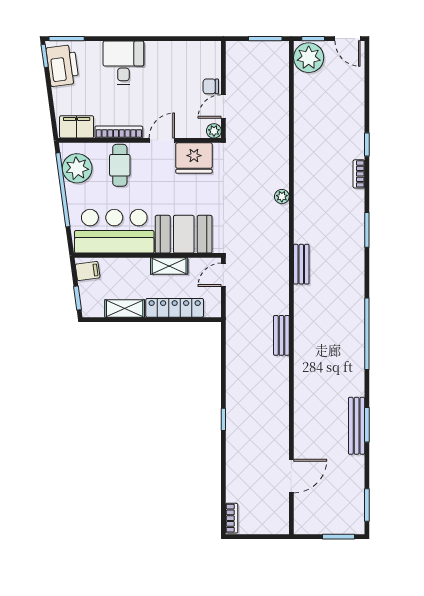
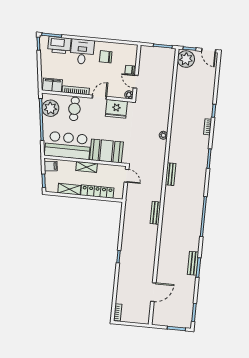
printer: (63, 66) -> (59, 45), moved, turned 98
chair: (166, 68) -> (106, 57), added
door: (223, 106) -> (136, 82), hinge flipped
shelving: (169, 266) -> (87, 167), moved
door: (223, 275) -> (126, 176), swing flipped
bench: (357, 426) -> (193, 263), width x0.73

